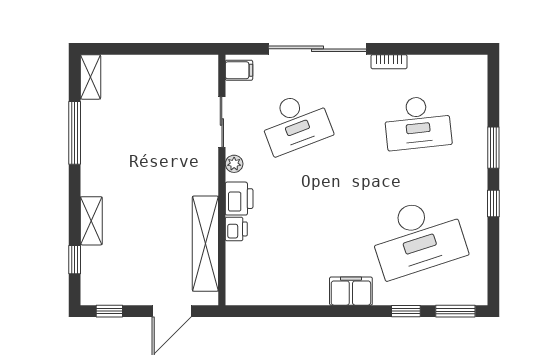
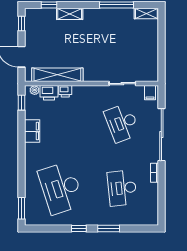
plant: (234, 164) -> (35, 90), moved
printer: (239, 199) -> (49, 93), moved
filing cabinet: (351, 291) -> (32, 131), moved
window: (406, 311) -> (21, 103), moved

